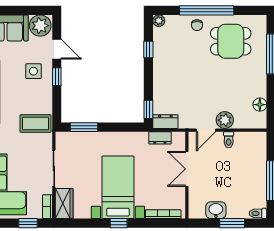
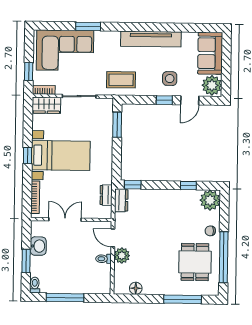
window: (207, 10) -> (224, 257), moved
plant: (159, 21) -> (210, 200), width x1.87, depth x1.87
coffee table: (36, 124) -> (121, 80), turned 90
double door: (187, 169) -> (65, 219), moved

